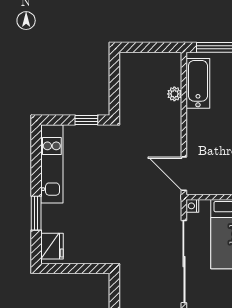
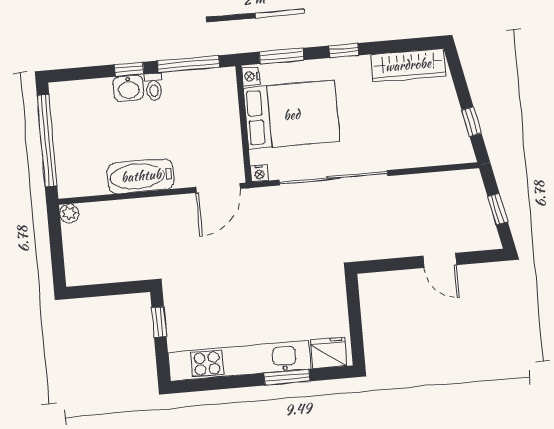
bathtub: (198, 83) -> (141, 176), moved
plant: (174, 94) -> (69, 213), moved
kitchen unit: (52, 164) -> (239, 361), width x1.36

